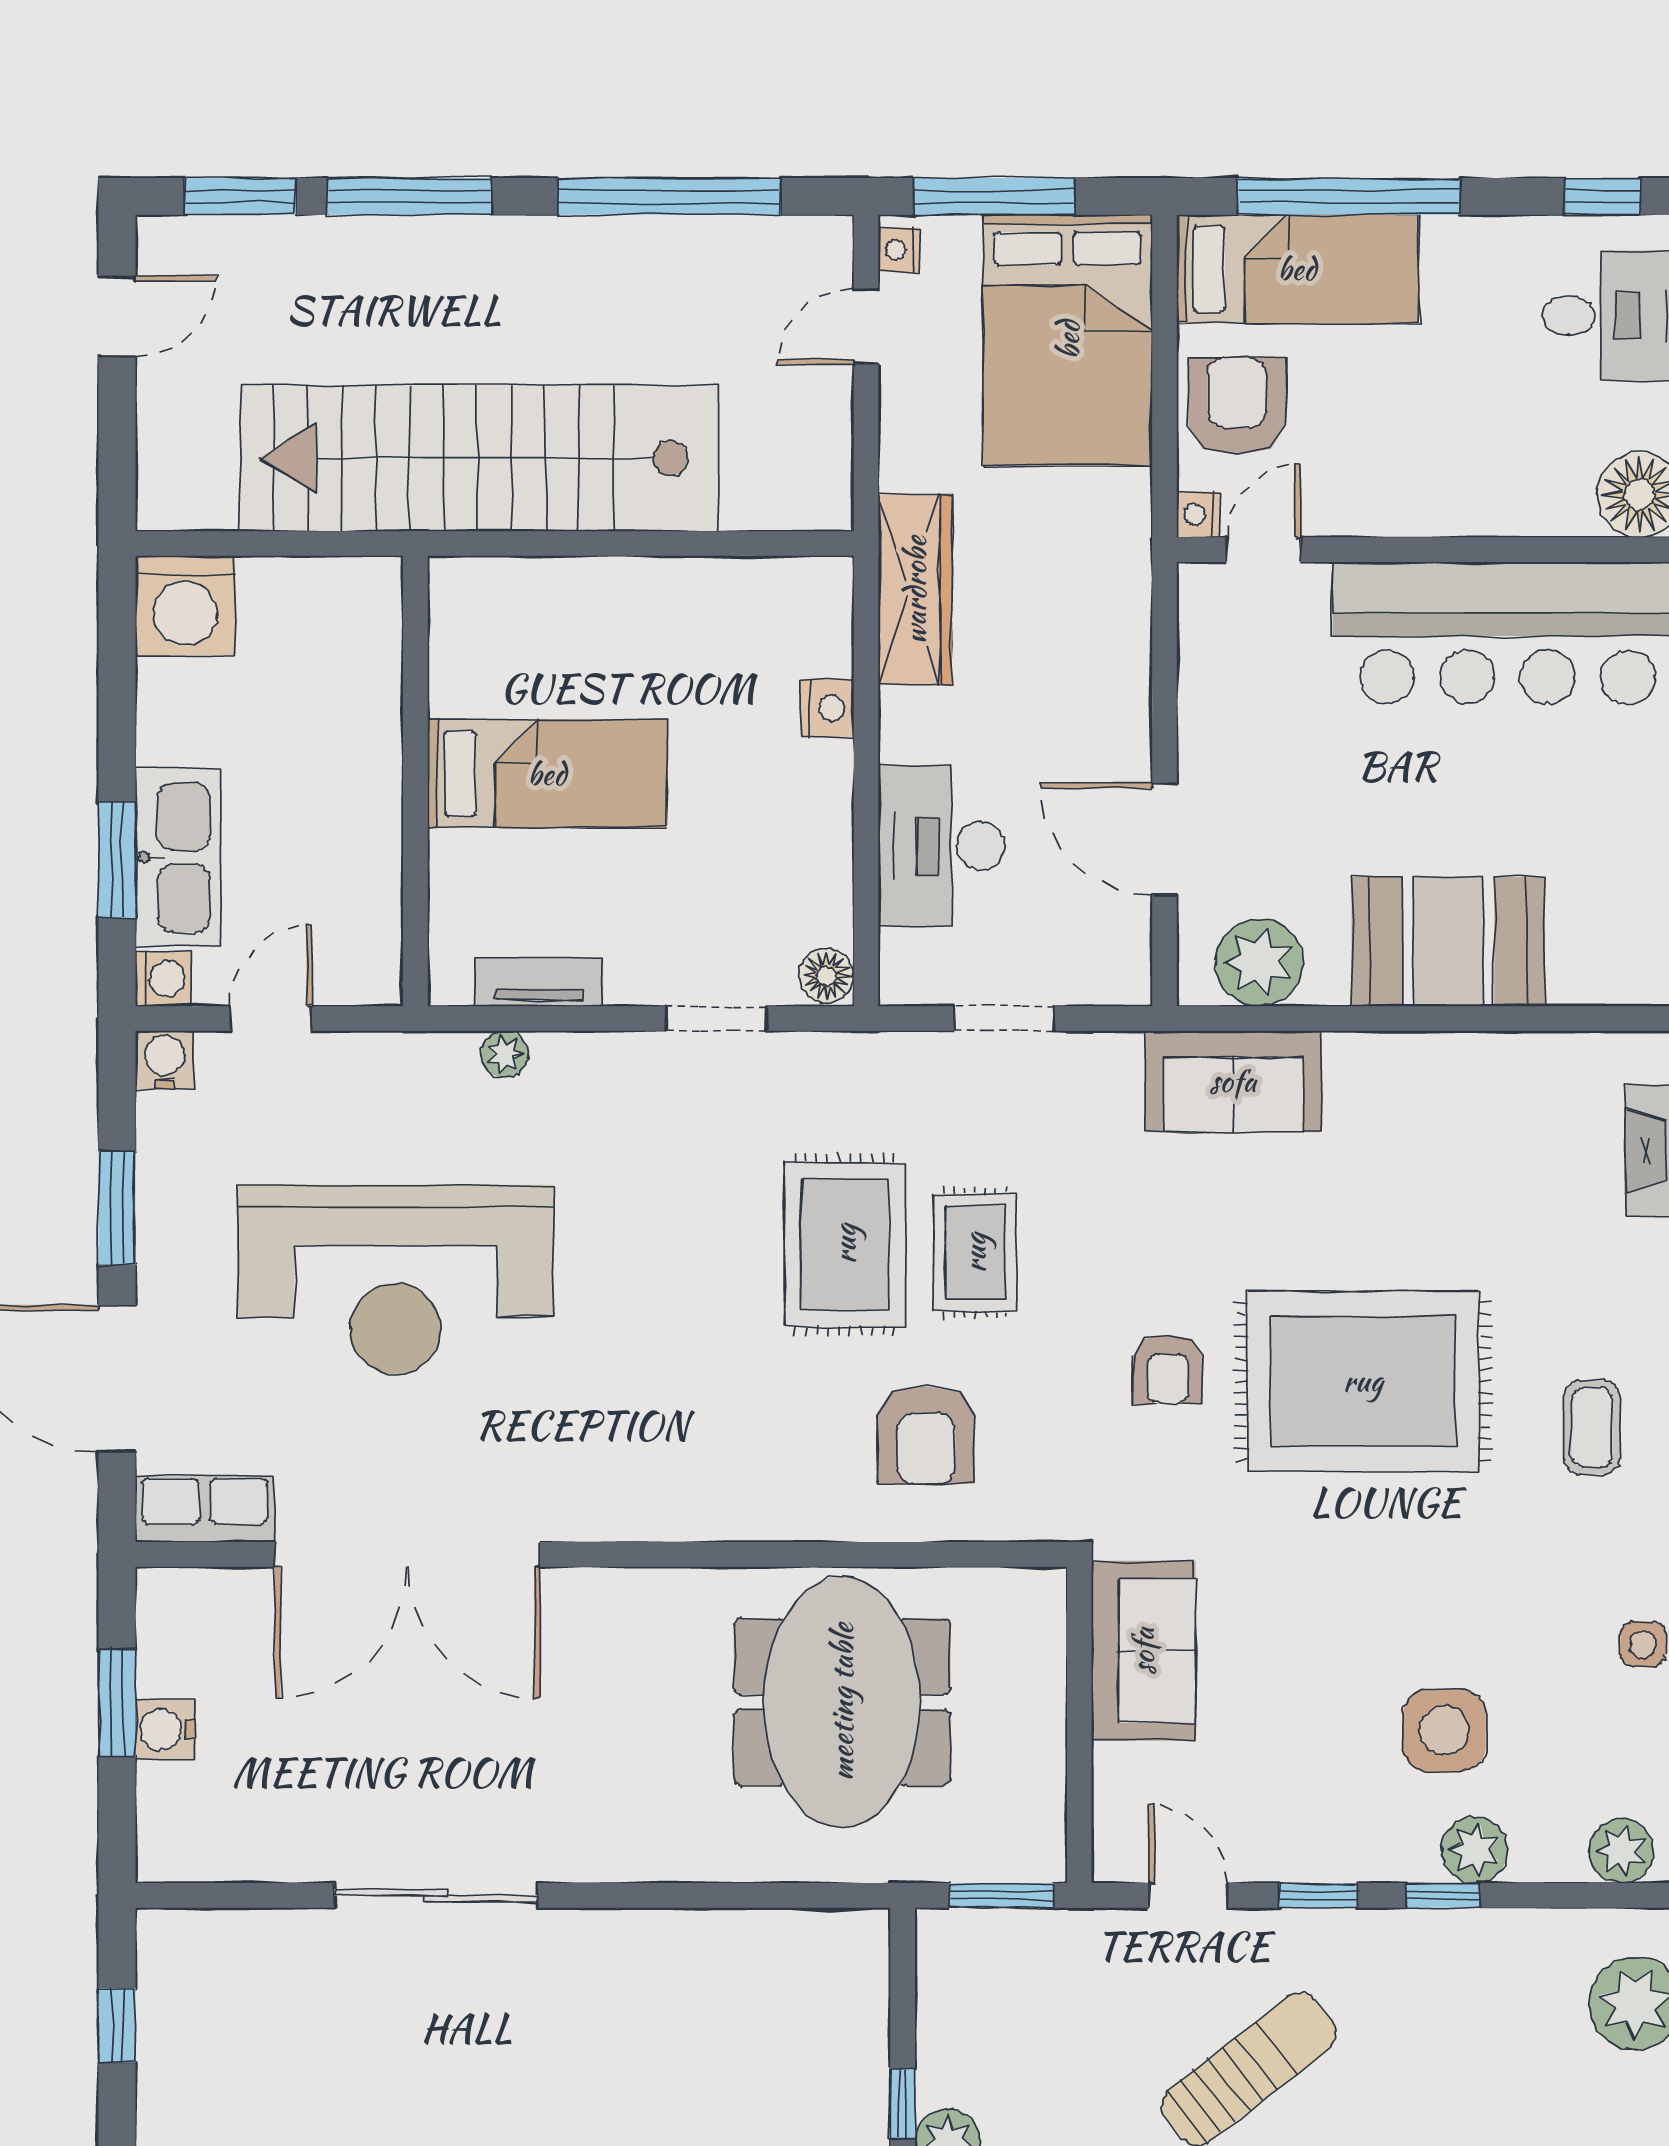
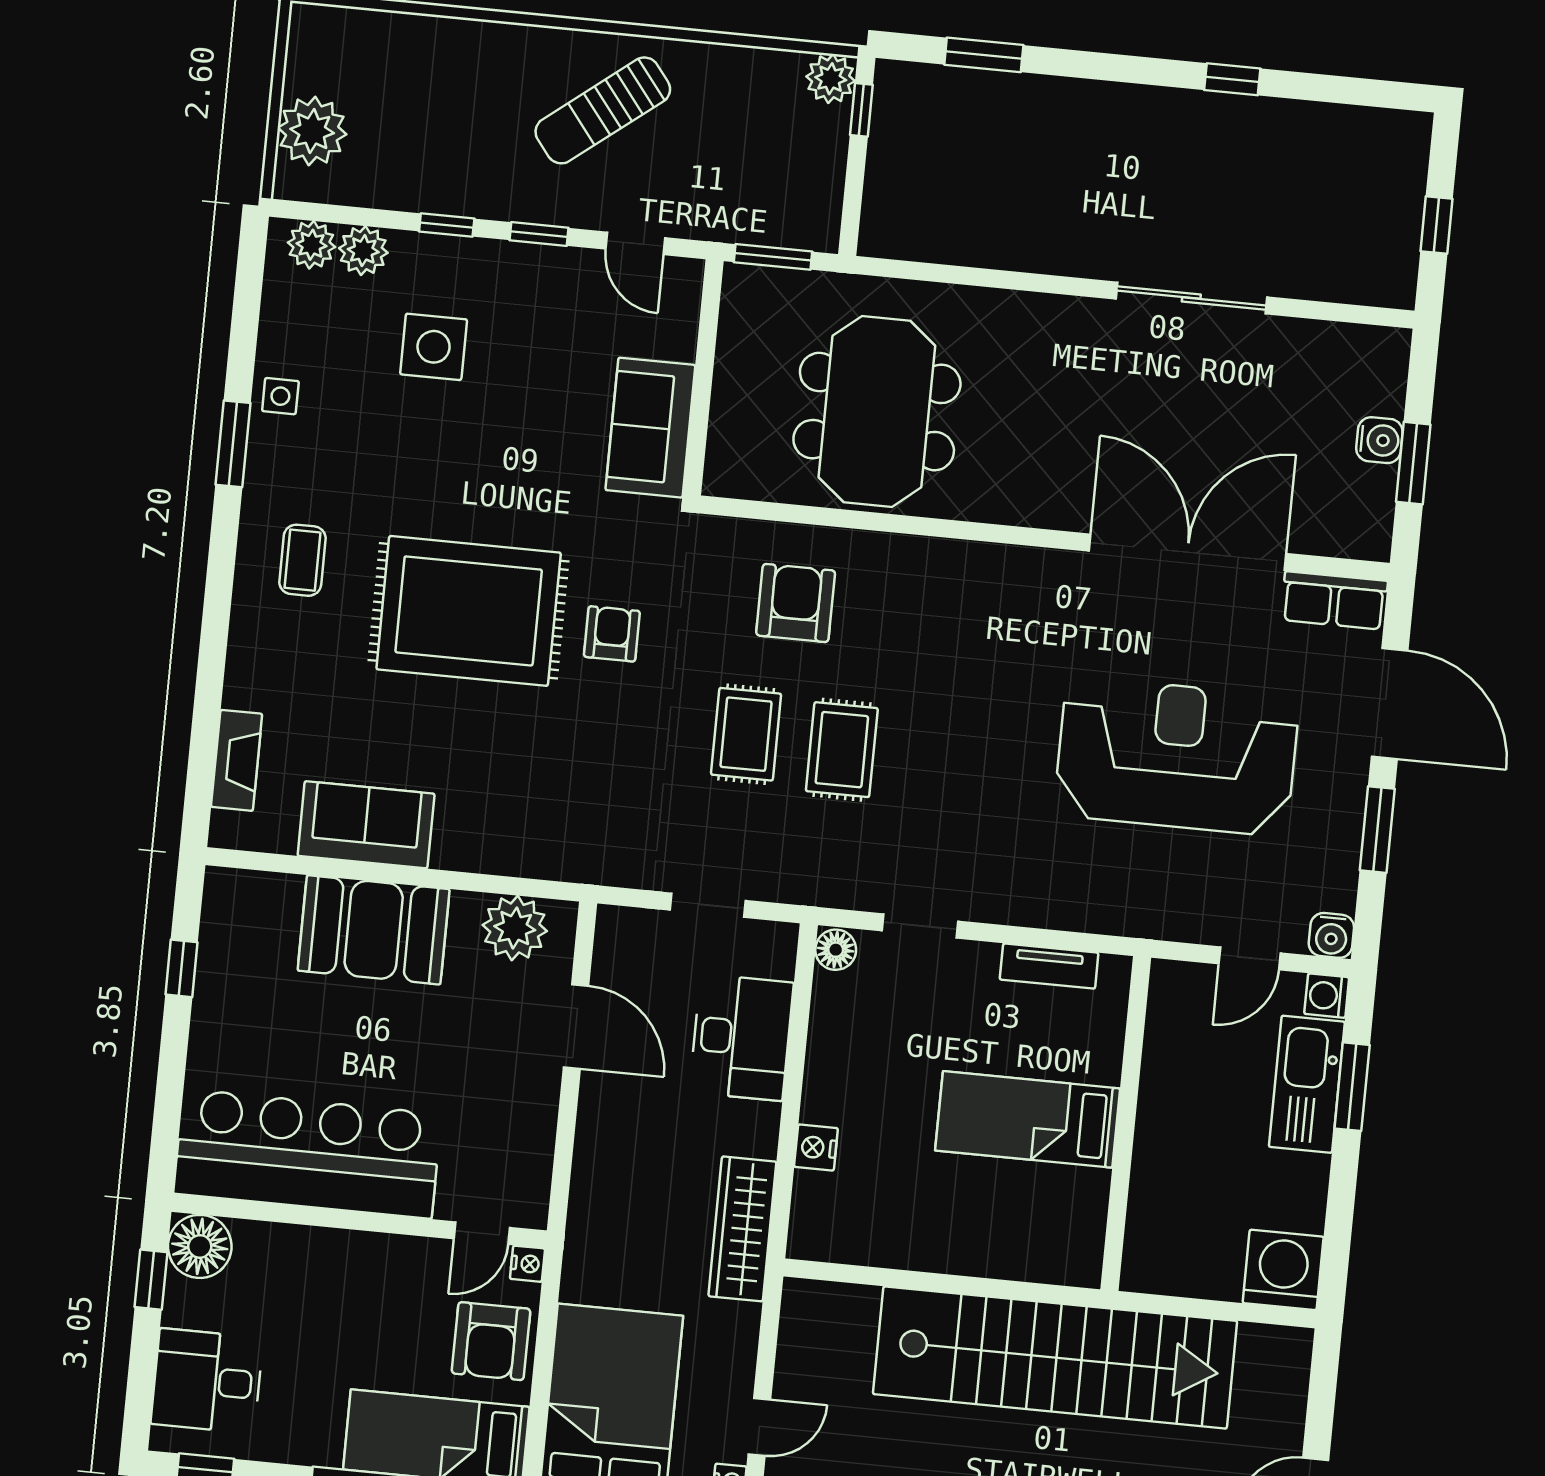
plant: (505, 1054) -> (1079, 915), removed
sofa: (1233, 1081) -> (366, 825), moved
rug: (845, 1244) -> (842, 750), width x0.73, depth x0.70
plant: (1475, 1850) -> (363, 251), moved

